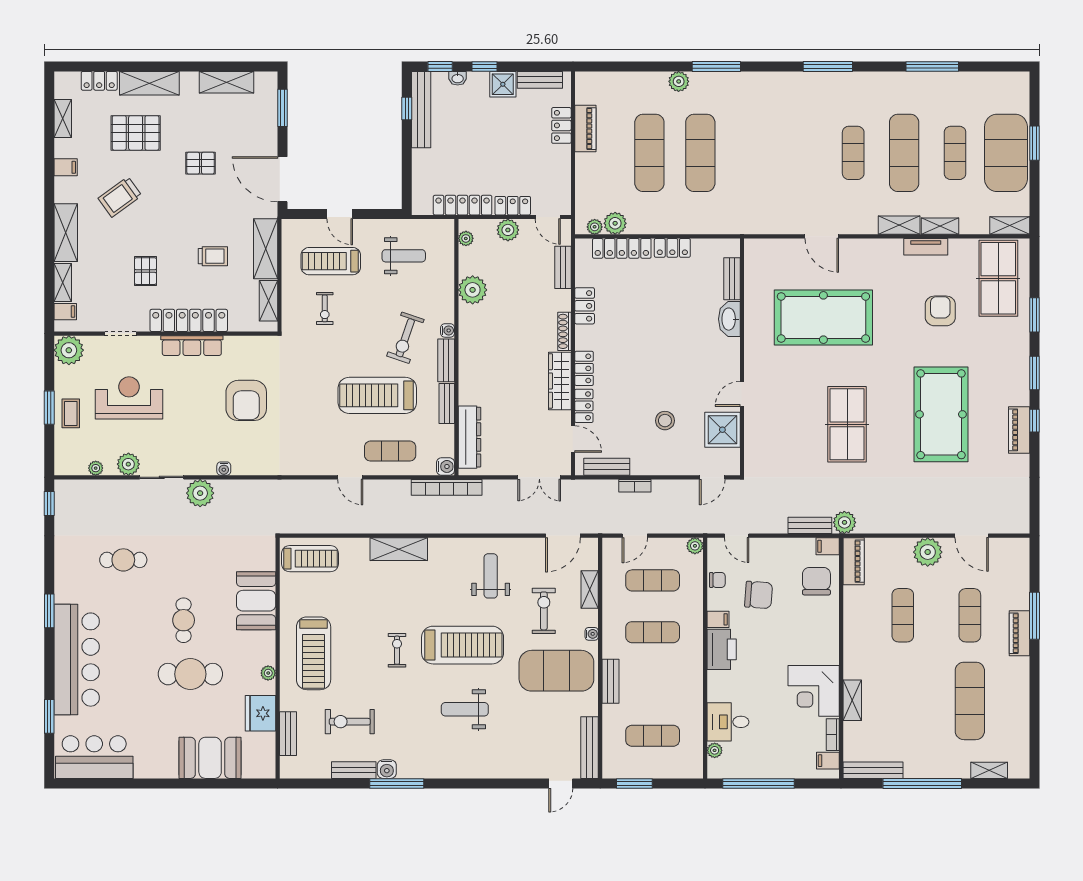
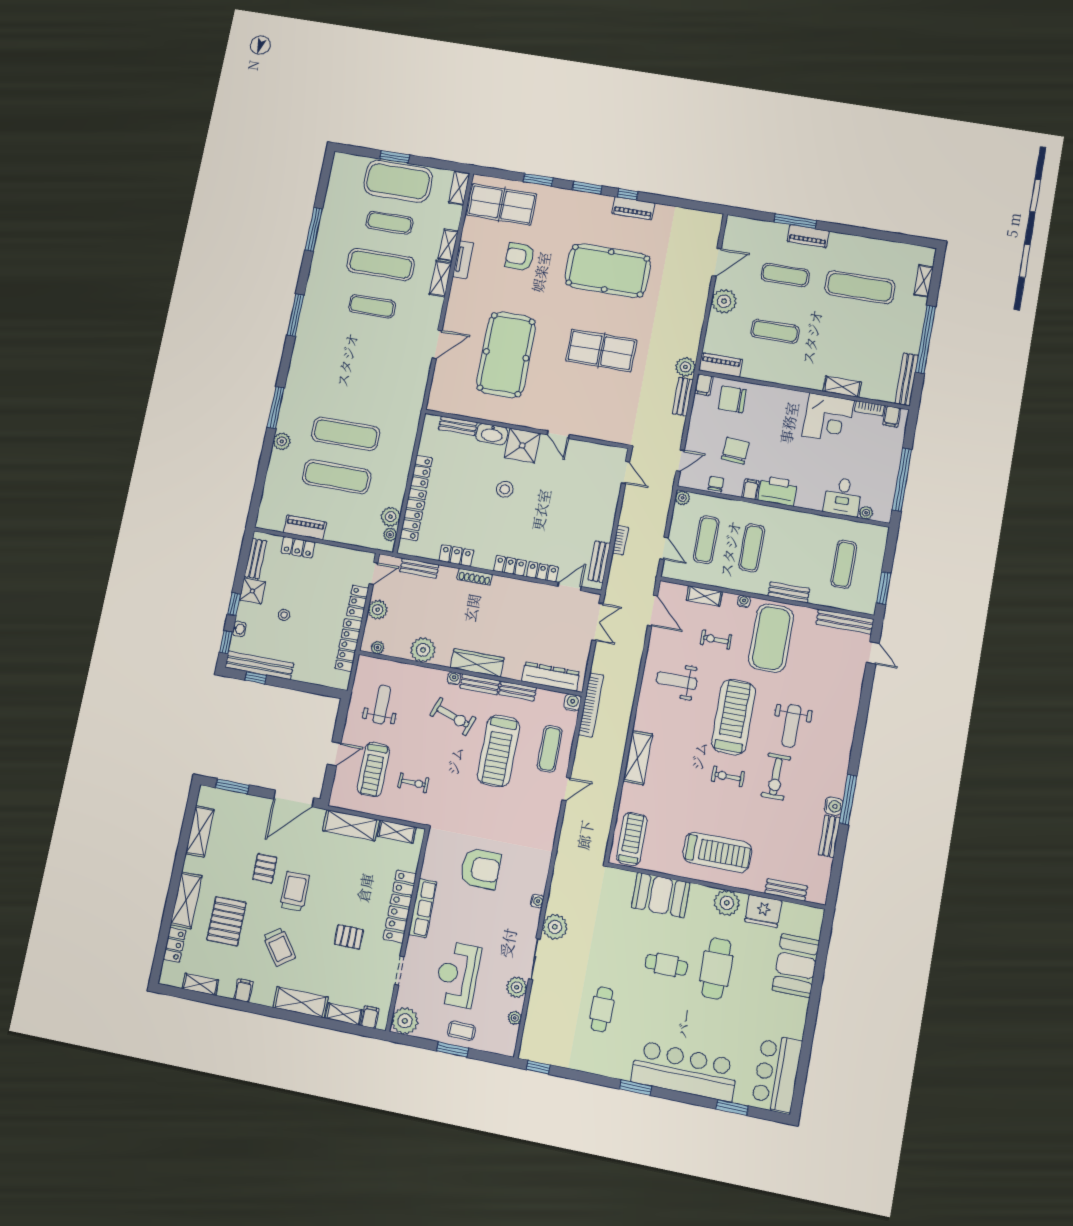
stool: (483, 126) -> (284, 615), added
trolley: (213, 256) -> (295, 891), moved, width x1.36, depth x1.39
wardrobe: (560, 381) -> (477, 663), moved, turned 180
stool: (665, 421) -> (505, 489), moved
shower: (722, 430) -> (522, 445), moved
exercise bike: (544, 611) -> (716, 640), width x0.73, depth x0.72
plant: (268, 673) -> (727, 903), width x1.87, depth x1.87
exercise bike: (350, 722) -> (776, 777), moved

